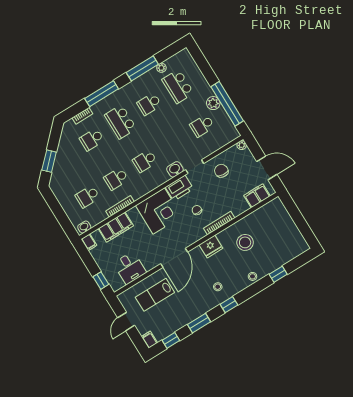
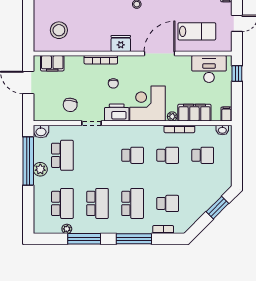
school desk: (149, 104) -> (98, 203), width x1.85
school desk: (202, 126) -> (62, 155), width x1.85
plant: (242, 145) -> (172, 116), moved
washbasin: (175, 169) -> (41, 131), moved
stool: (245, 242) -> (59, 30), moved
desk: (130, 268) -> (209, 69), width x1.37

